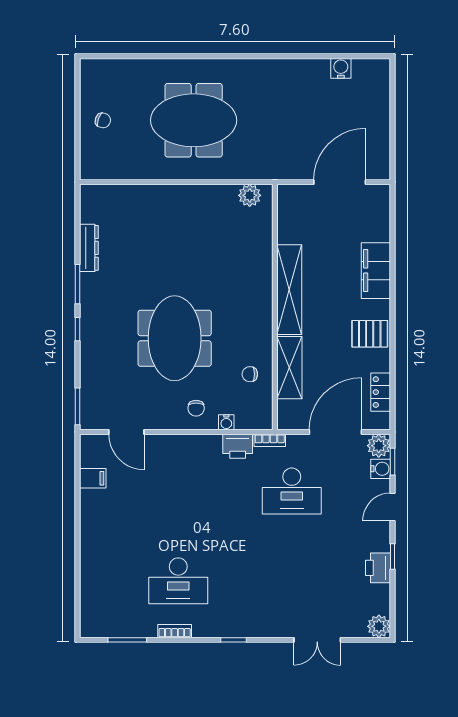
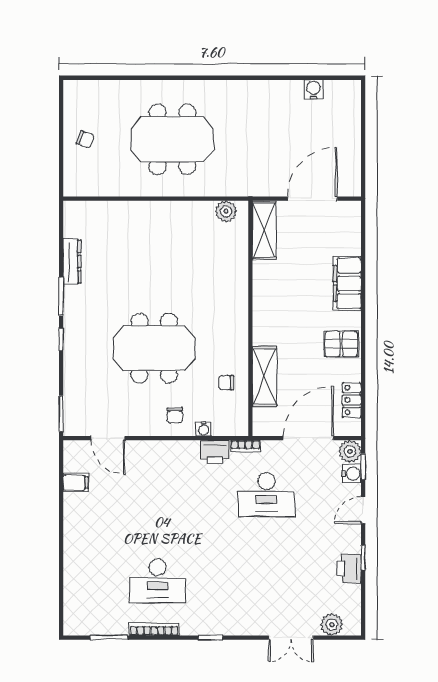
shelving: (289, 290) -> (264, 230), moved, width x0.68
meeting table: (175, 338) -> (154, 348), turned 90
plant: (379, 626) -> (332, 625), moved
bookcase: (175, 631) -> (154, 629), width x1.56

